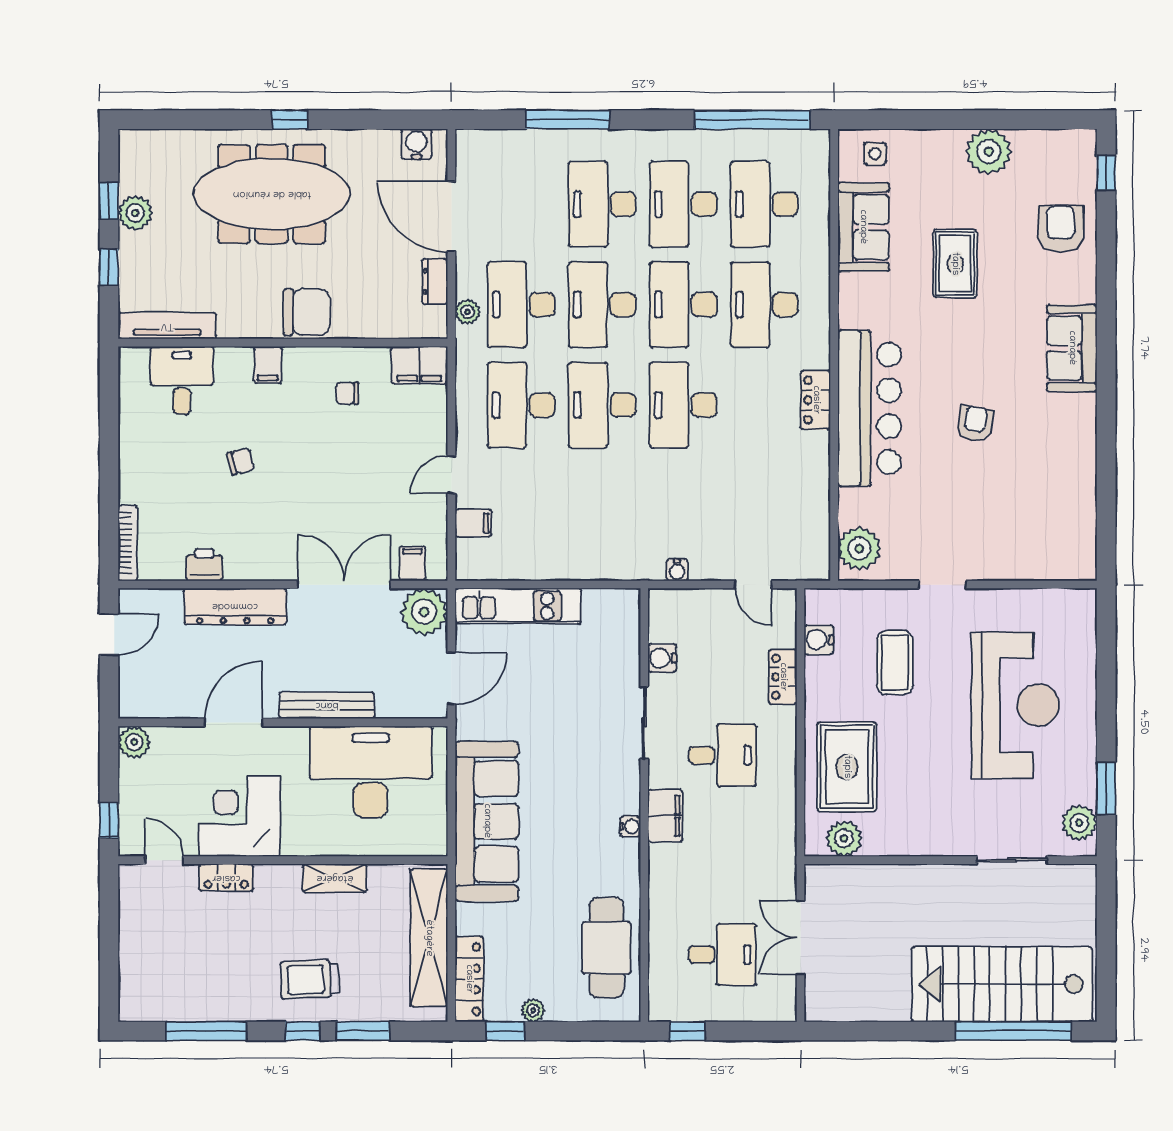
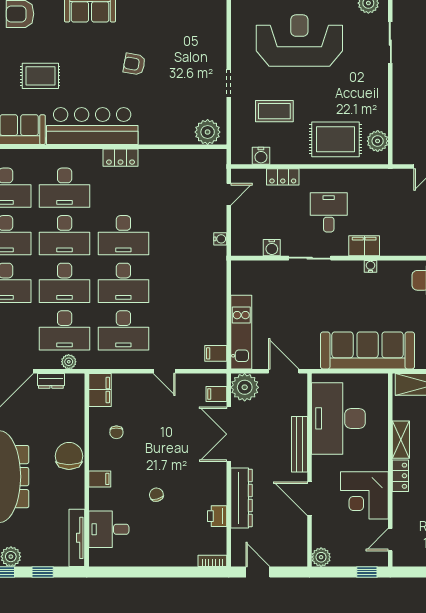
bar counter: (870, 408) -> (92, 126), moved
filing cabinet: (473, 523) -> (216, 353), moved, turned -90
bookcase: (128, 543) -> (212, 561), width x0.64
locker: (226, 878) -> (400, 476), moved

